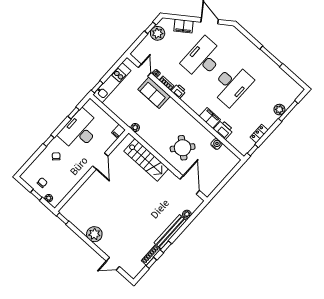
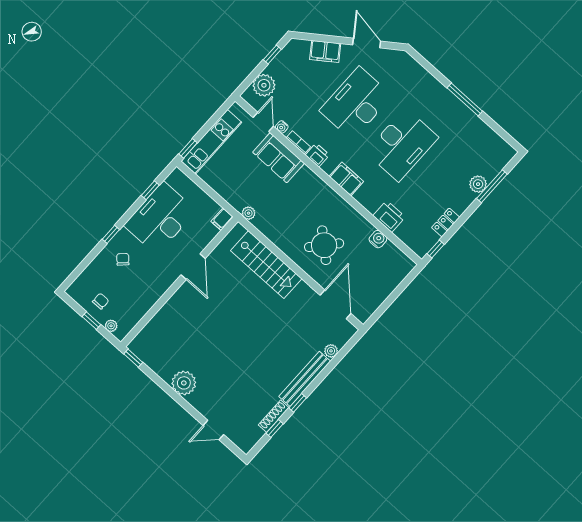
plant: (158, 33) -> (264, 85), moved
filing cabinet: (210, 118) -> (346, 179), moved

